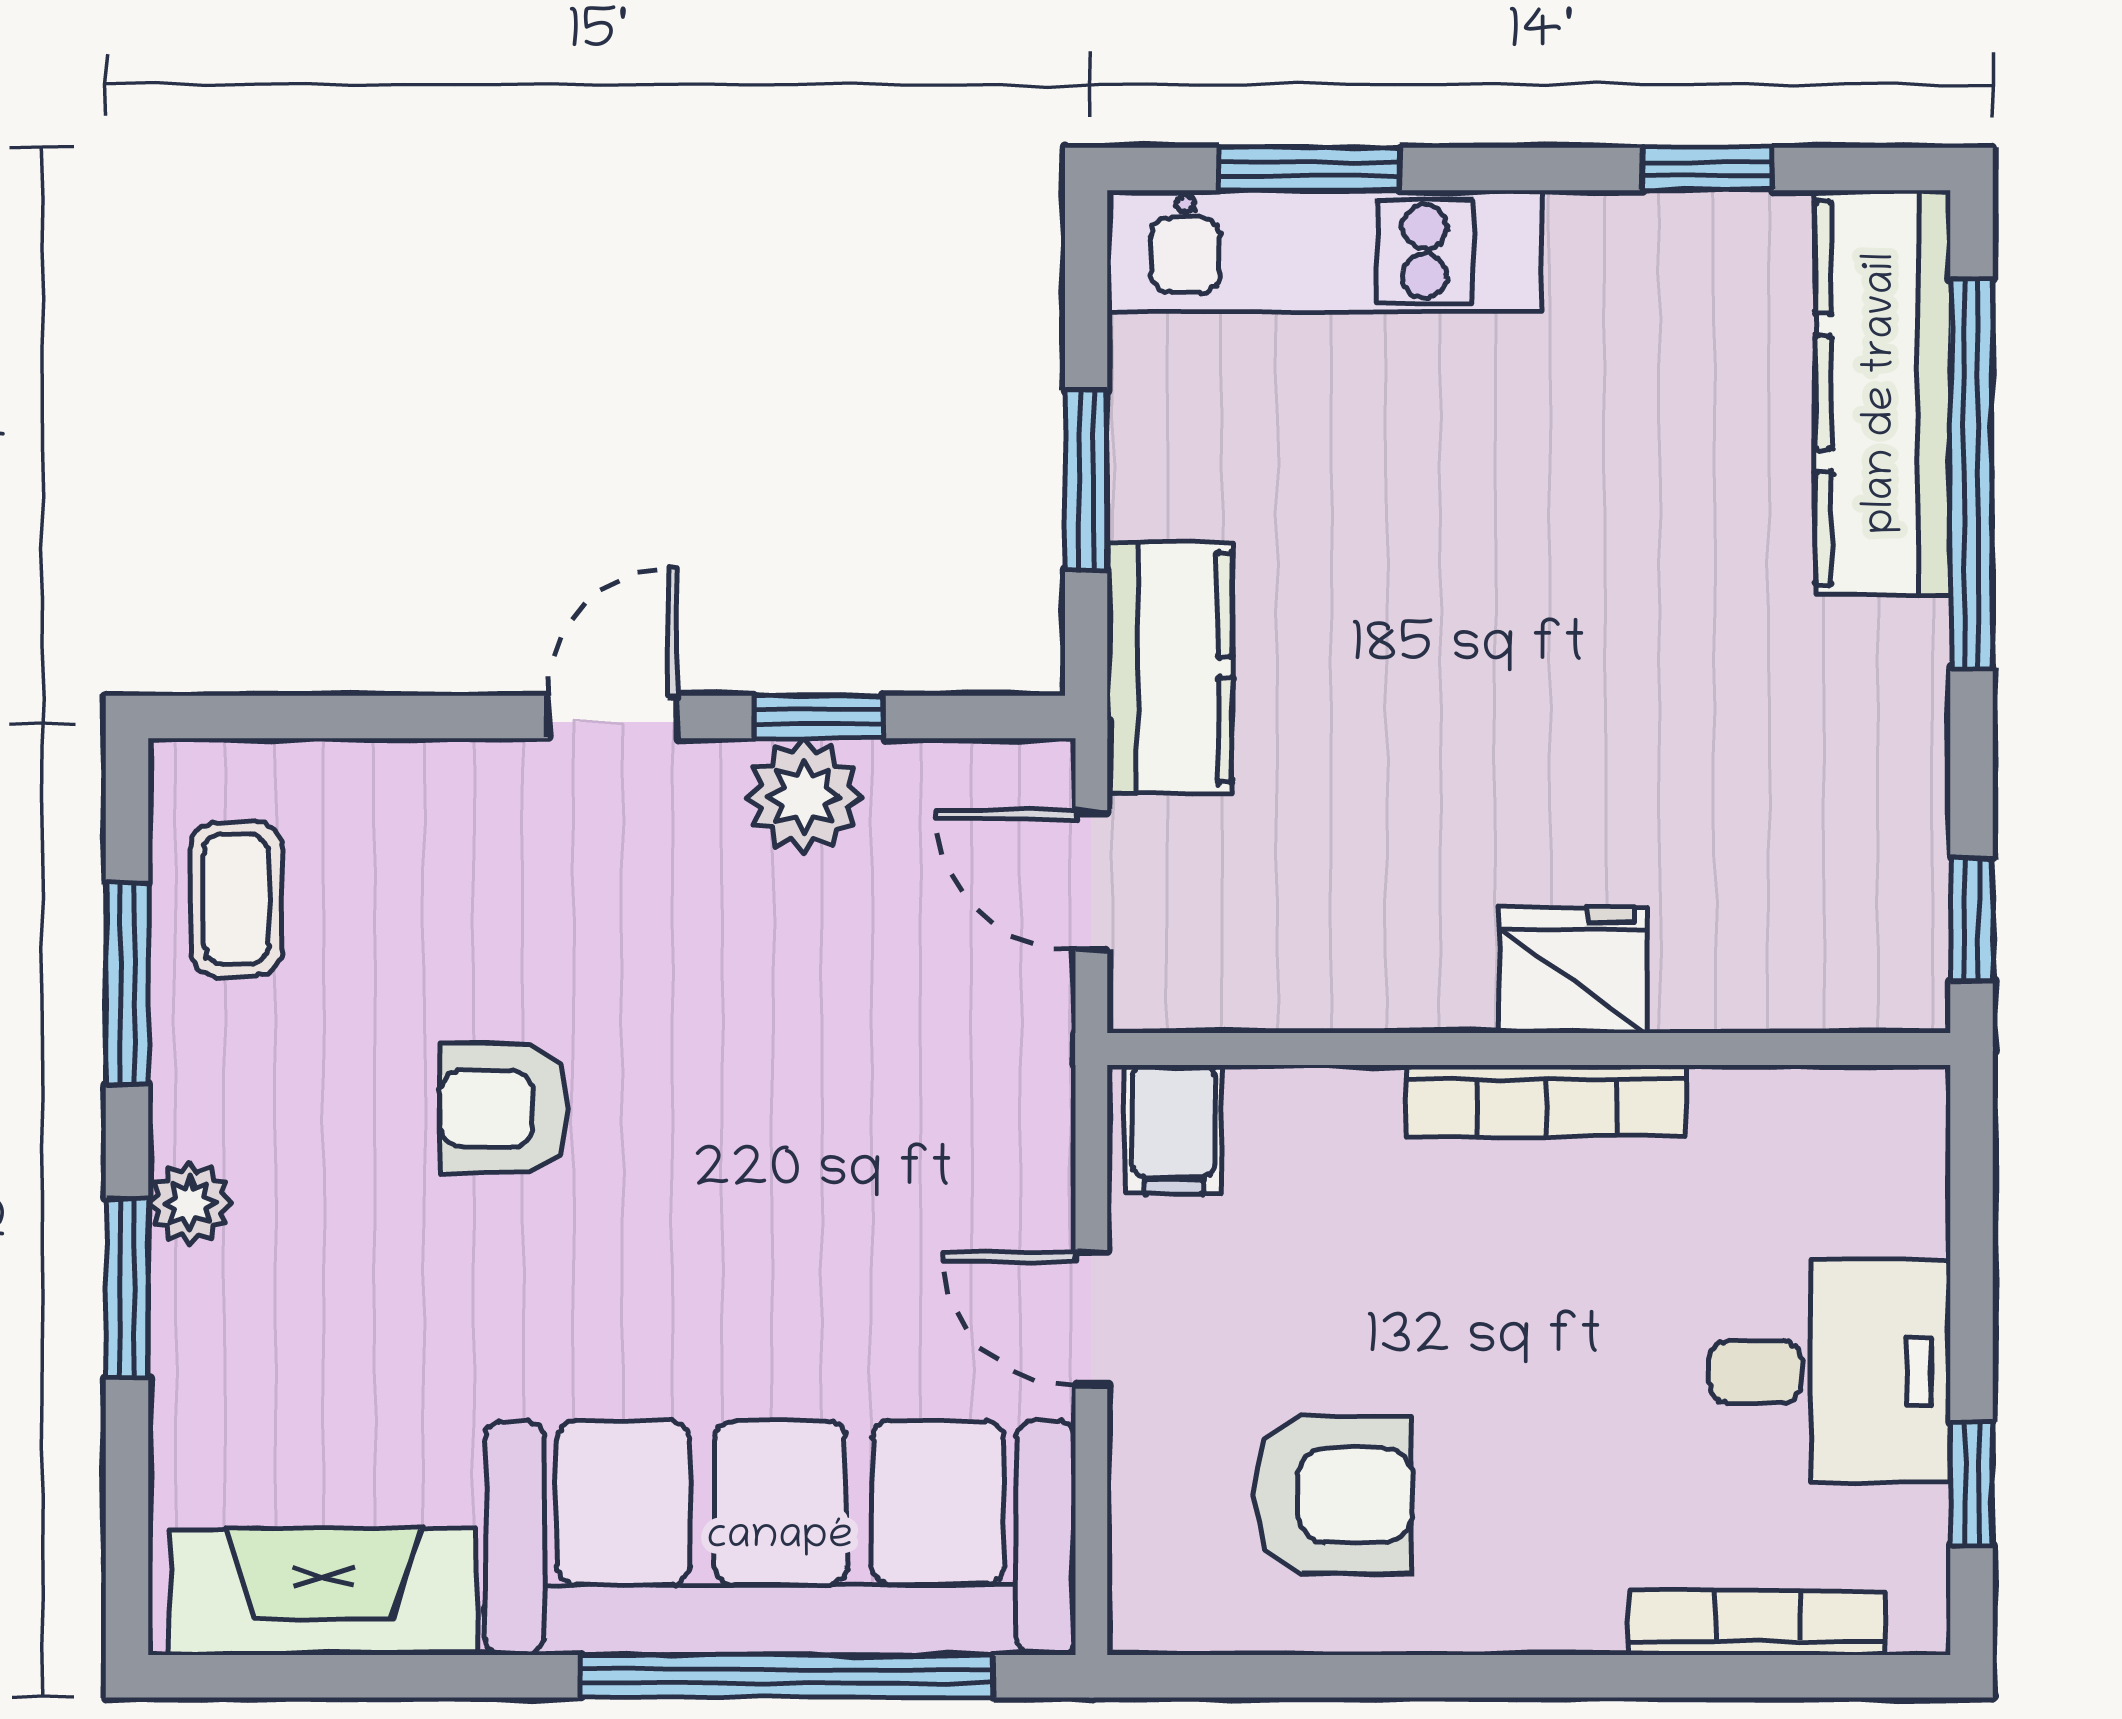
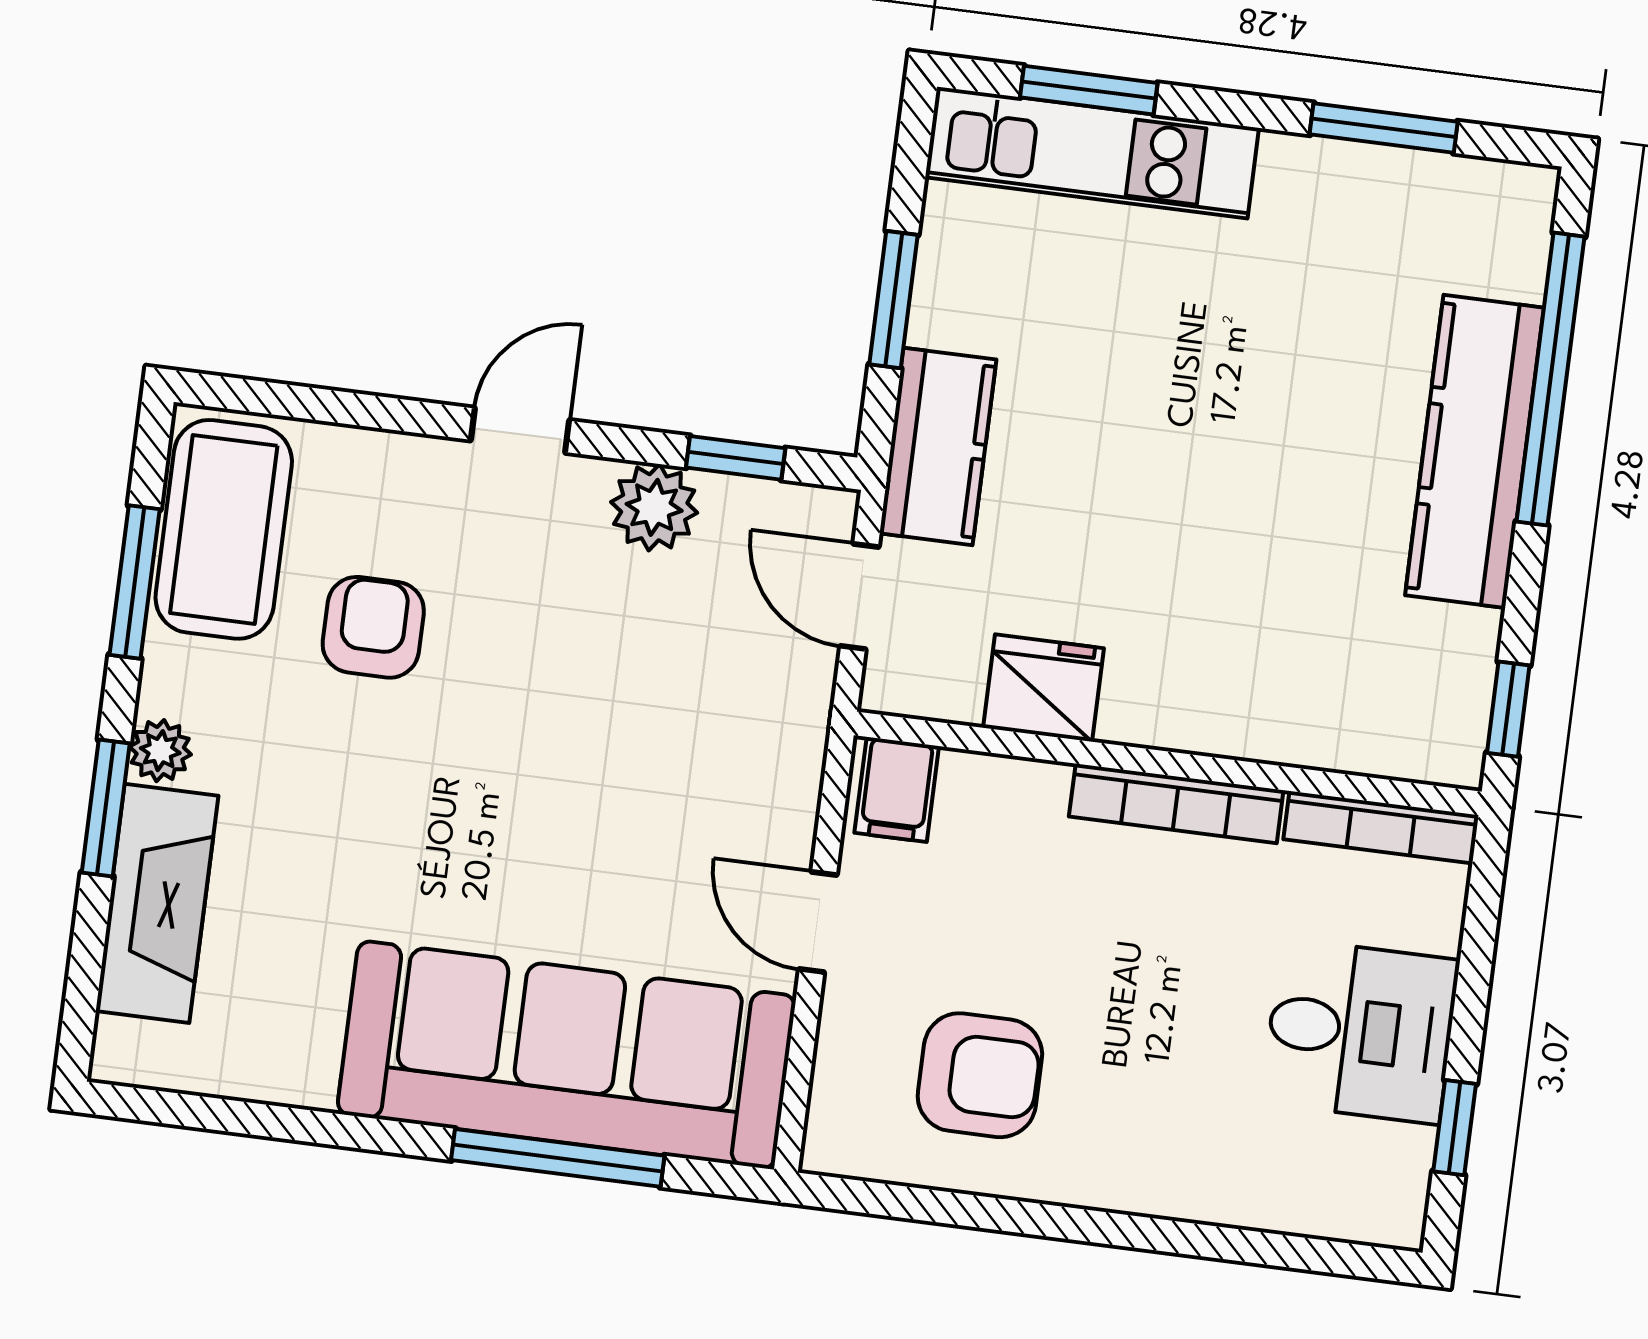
window: (1707, 169) -> (1384, 128), width x1.50
kitchen counter: (1883, 393) -> (1474, 451), moved
window: (819, 717) -> (736, 458), moved
coffee table: (236, 899) -> (224, 529), width x1.86, depth x1.72
fridge: (1573, 970) -> (1043, 688), moved
armchair: (504, 1109) -> (373, 627), moved, turned 90
fireplace: (323, 1592) -> (157, 903), moved, turned 90
bookcase: (1757, 1622) -> (1381, 827), moved, turned 180
window: (786, 1676) -> (558, 1158), width x0.68

